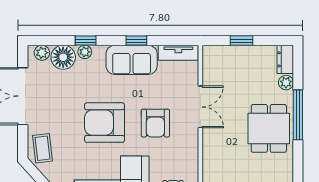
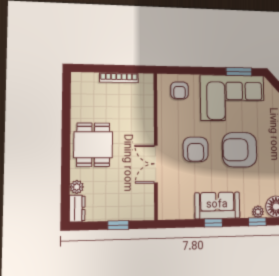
tv unit: (178, 53) -> (176, 213), removed
window: (298, 115) -> (66, 157), removed
armchair: (105, 123) -> (240, 150), turned 180
armchair: (155, 123) -> (196, 149), turned 180

